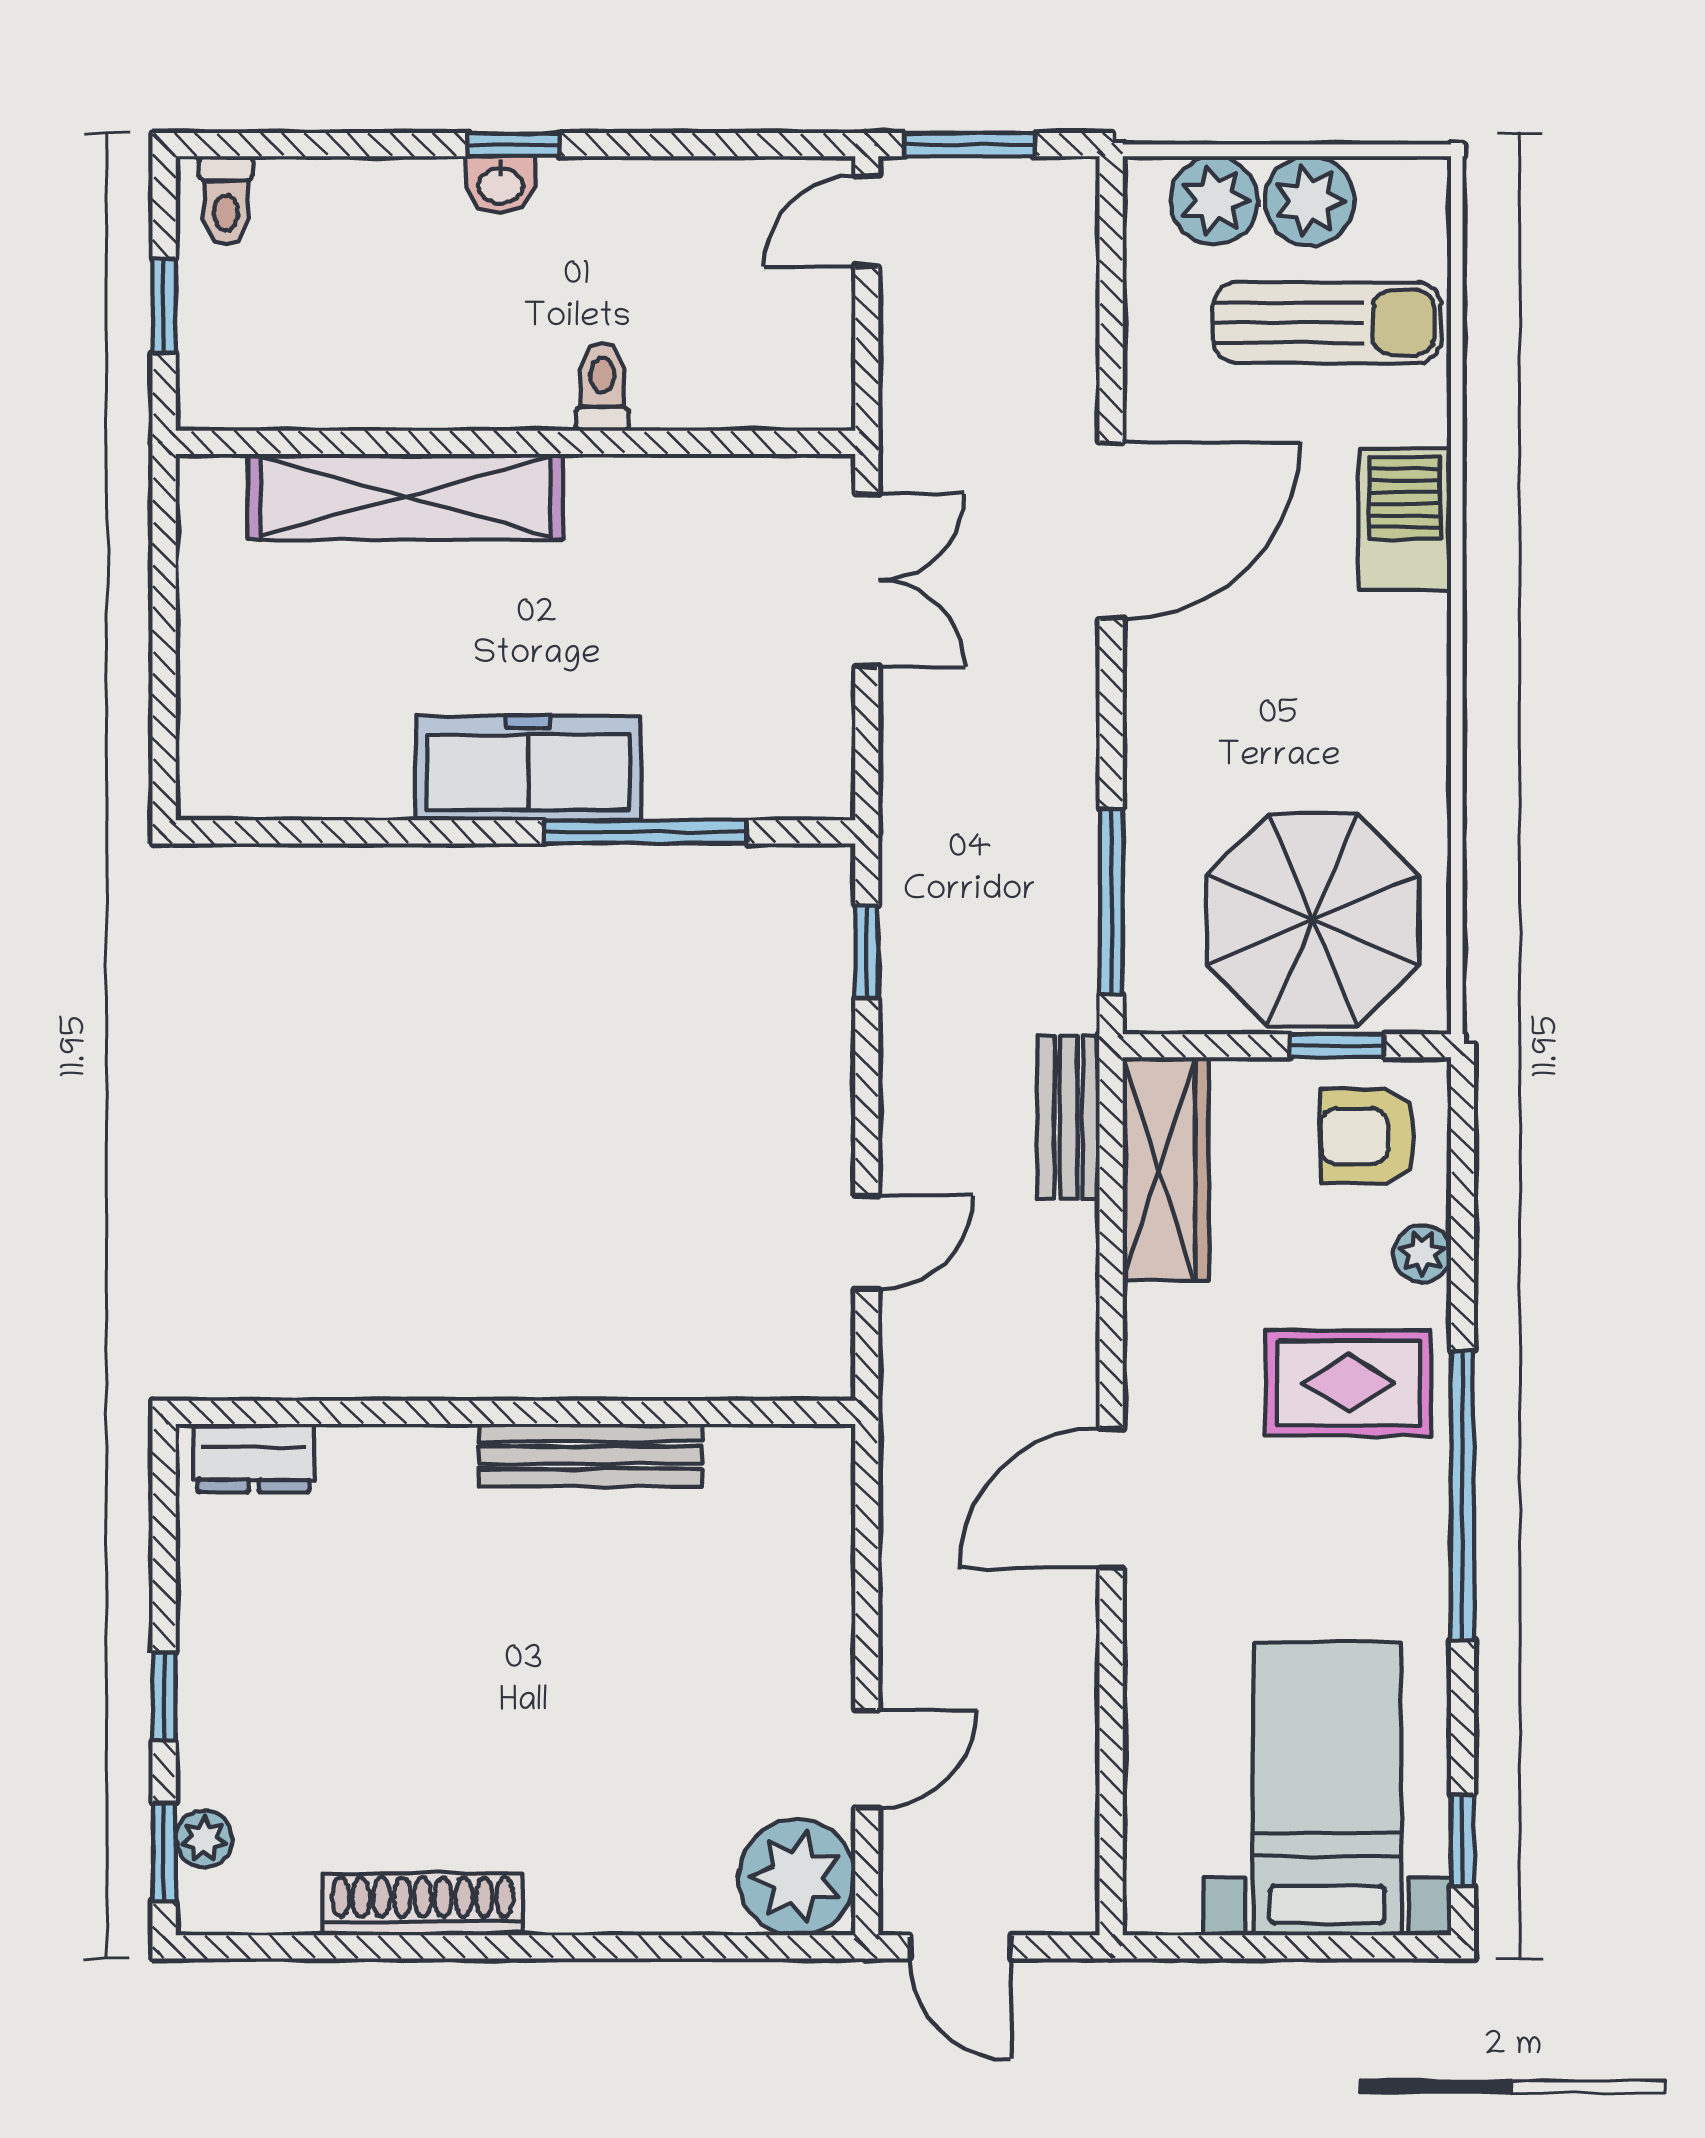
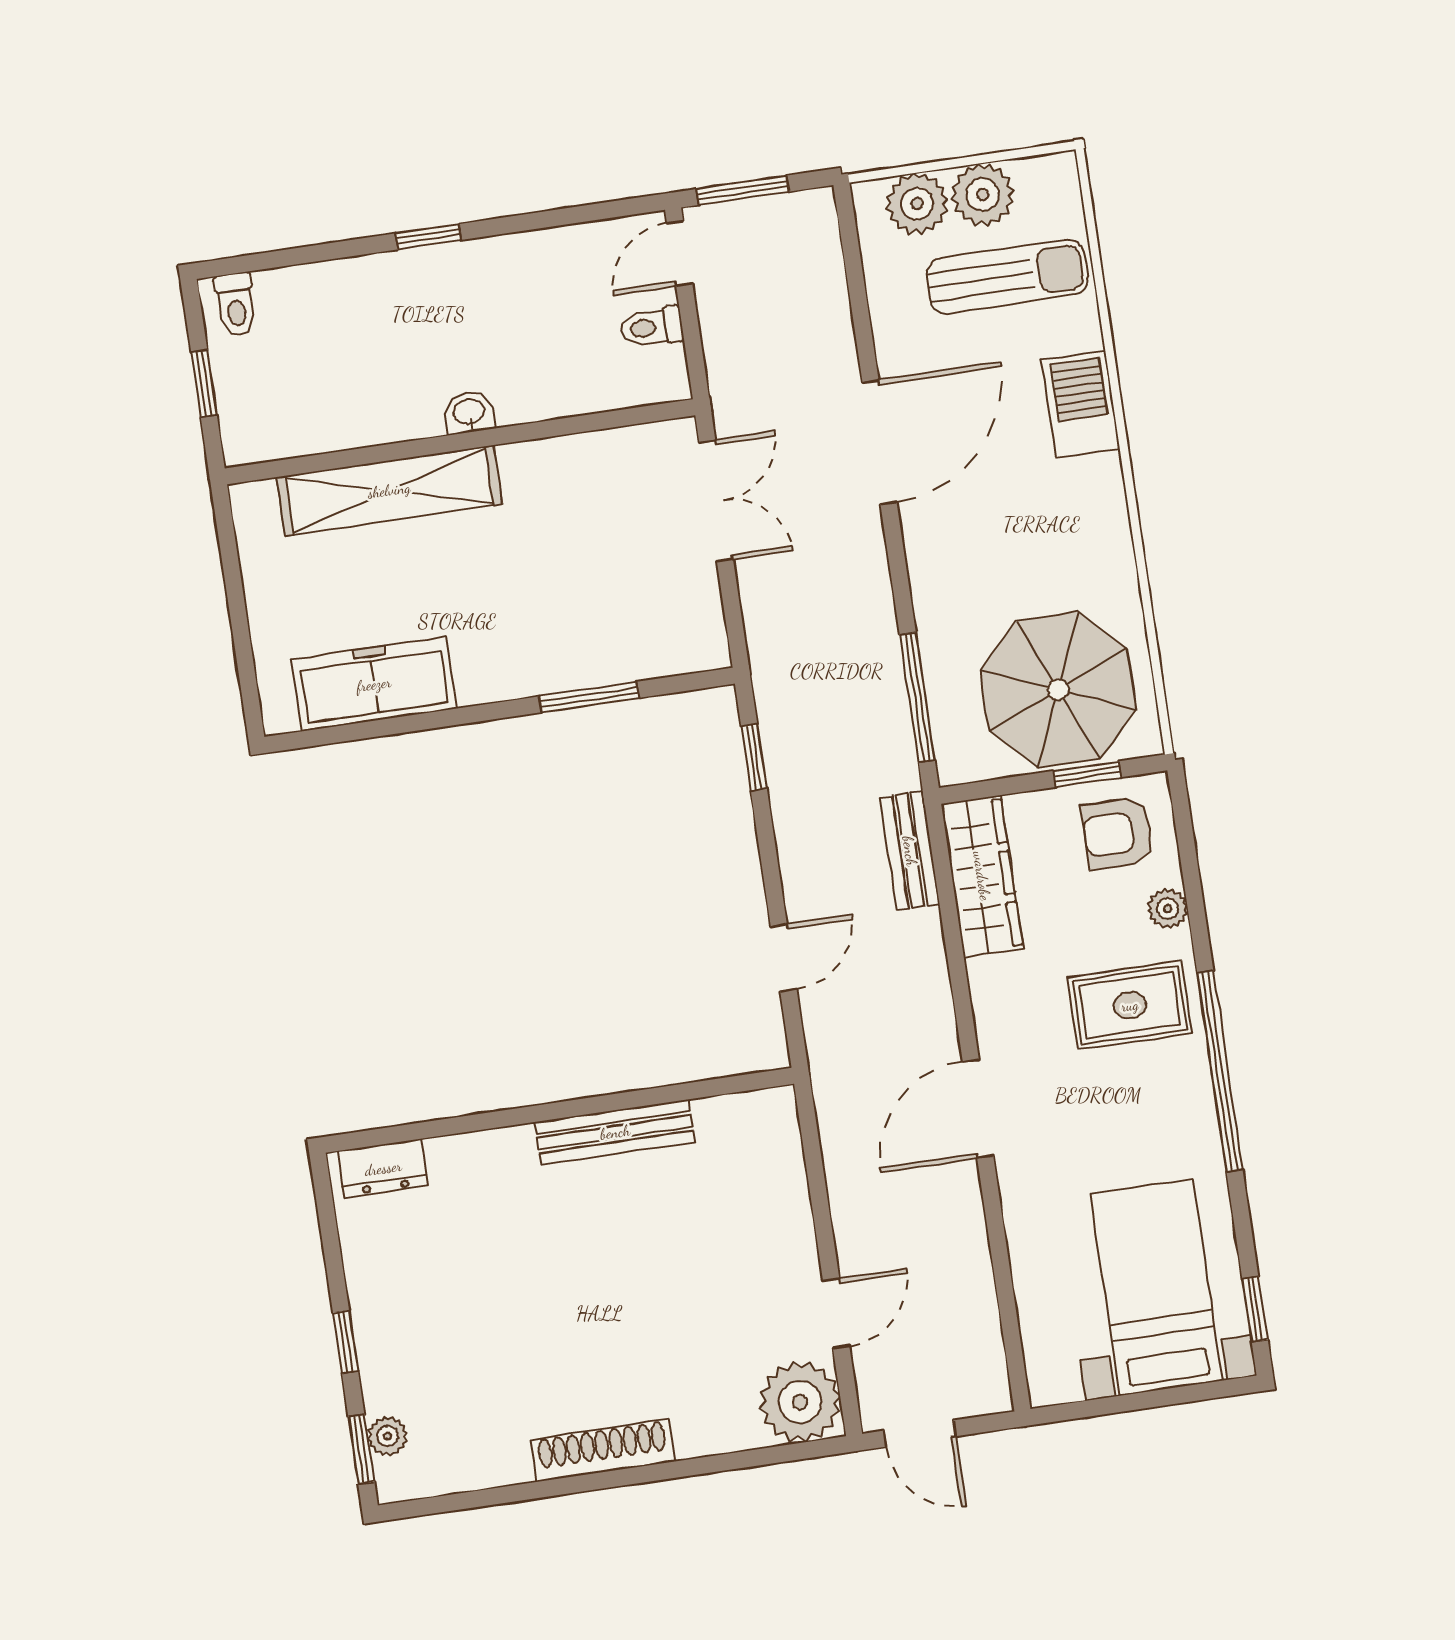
washbasin: (500, 184) -> (469, 413), moved, turned 180
toilet: (602, 387) -> (652, 327), moved, turned -90
freezer: (528, 768) -> (374, 684), moved
window: (645, 832) -> (589, 697), width x0.69
shoe rack: (423, 1905) -> (603, 1450), moved

